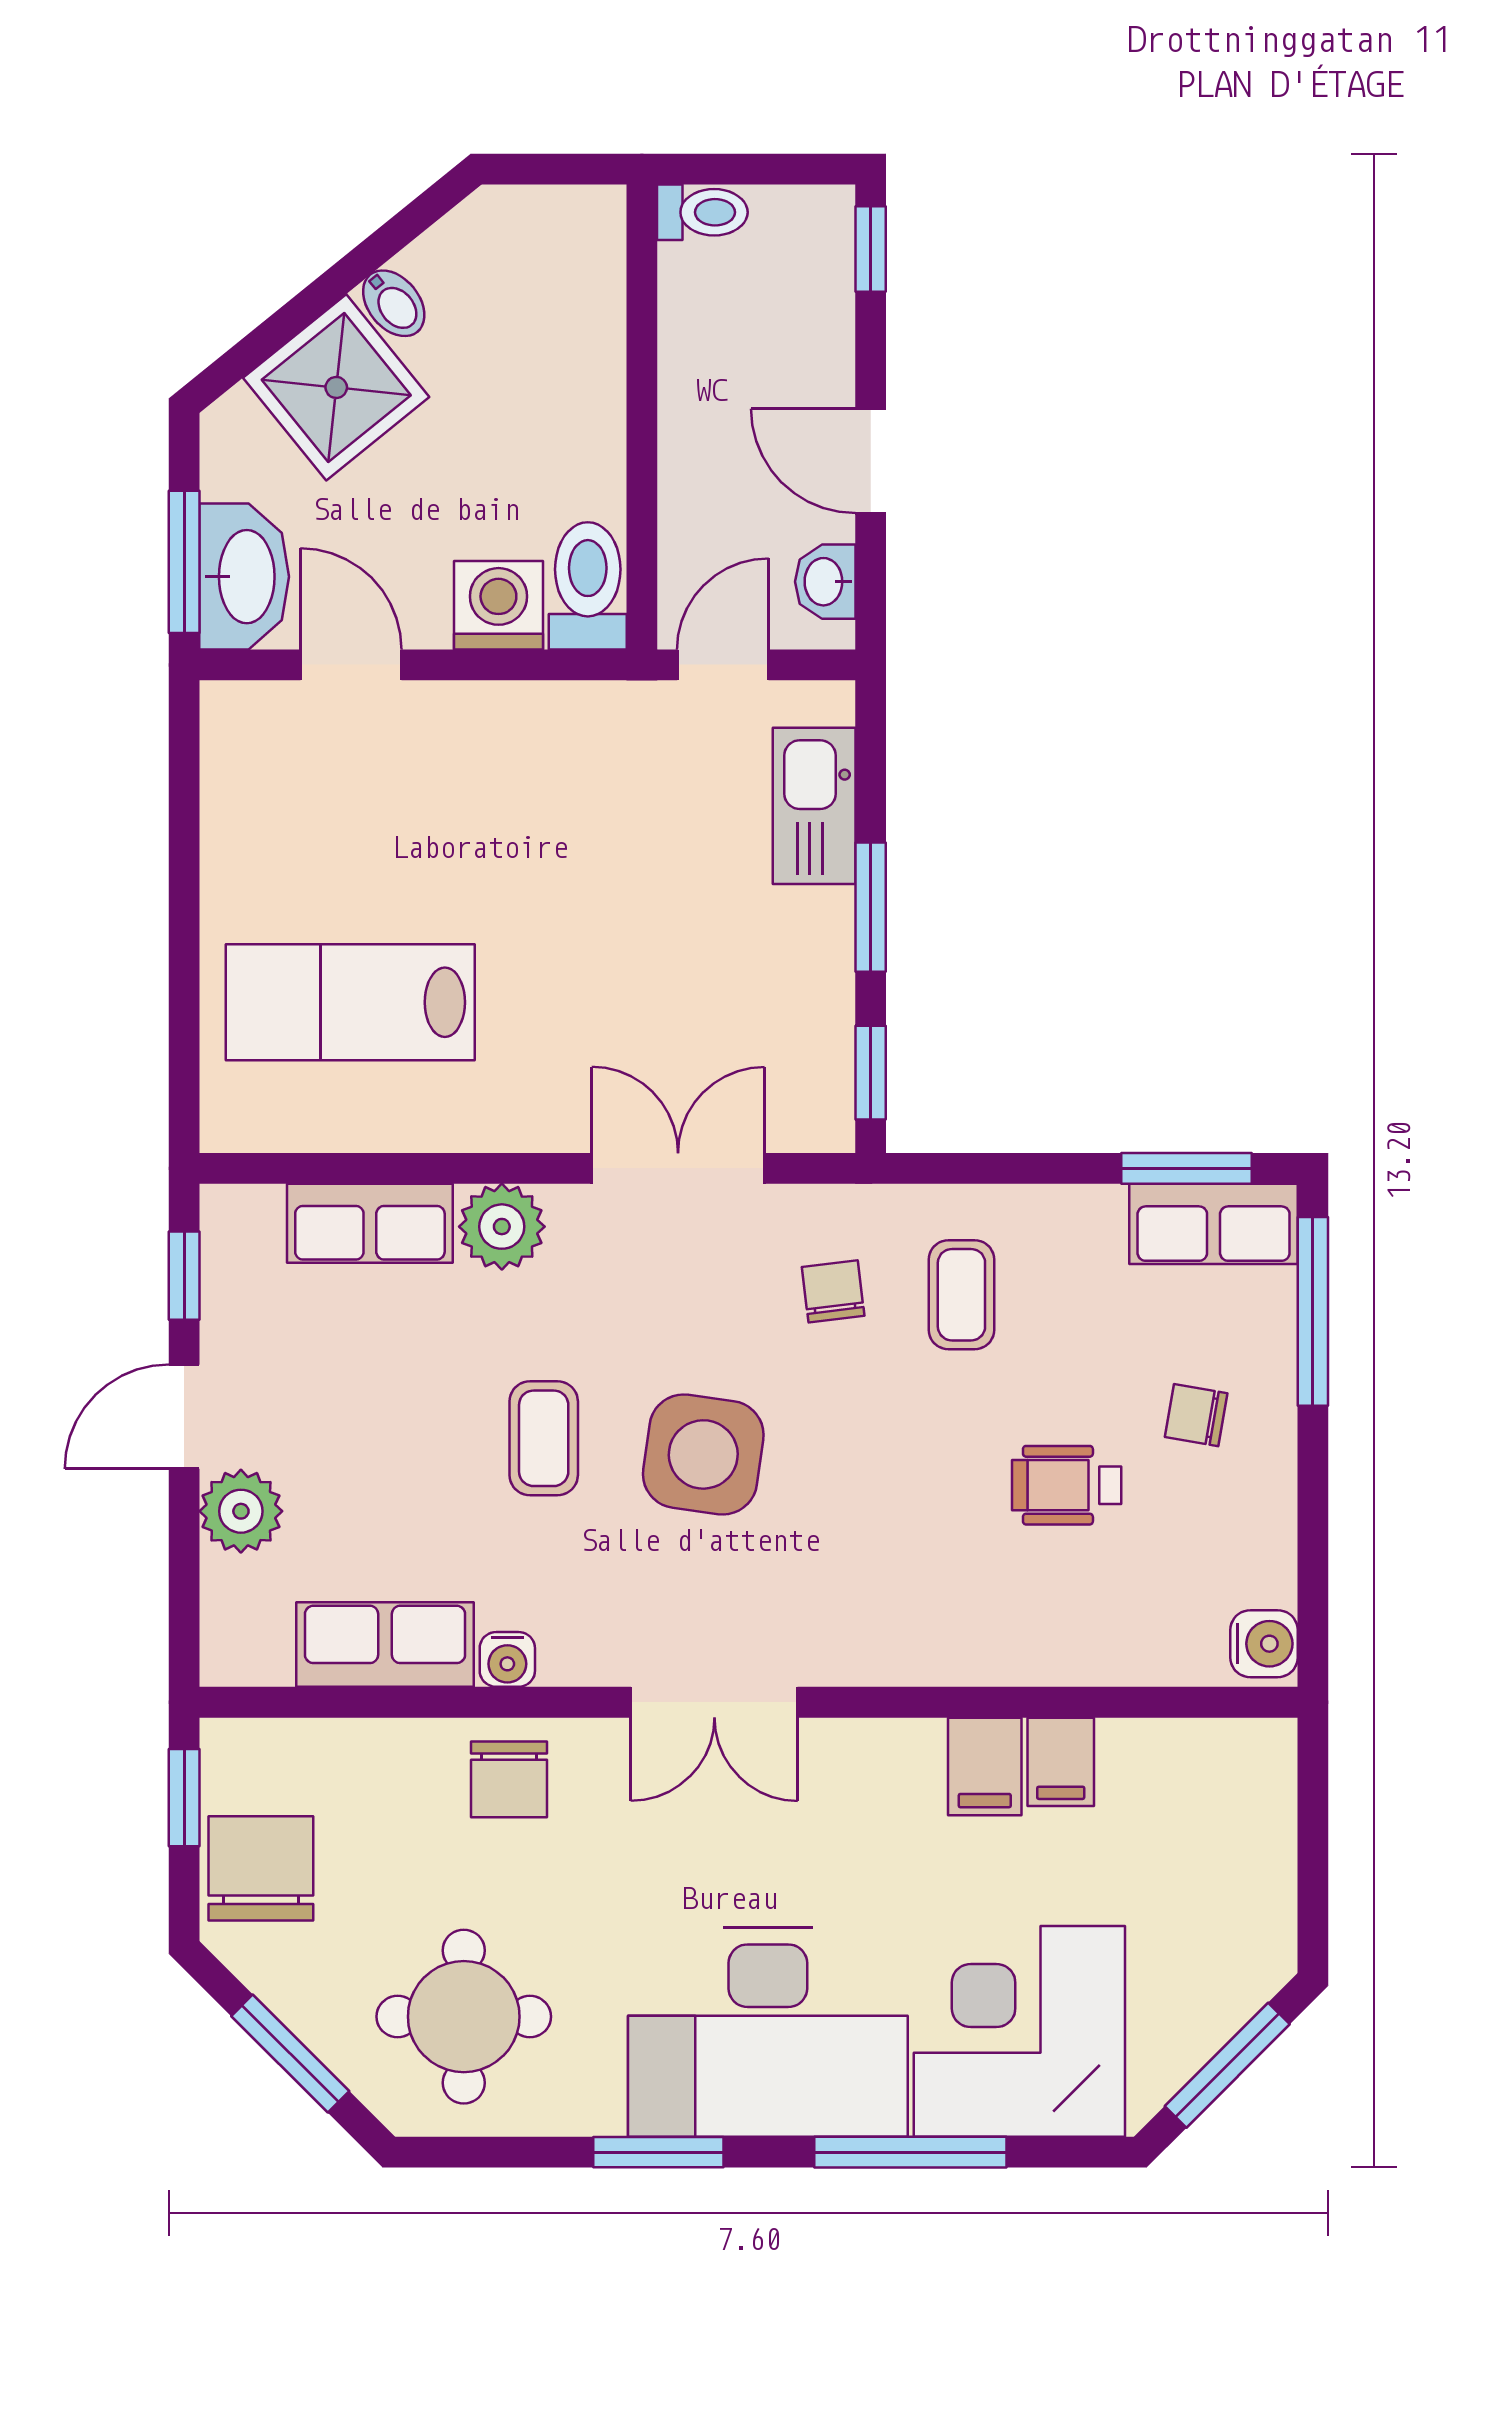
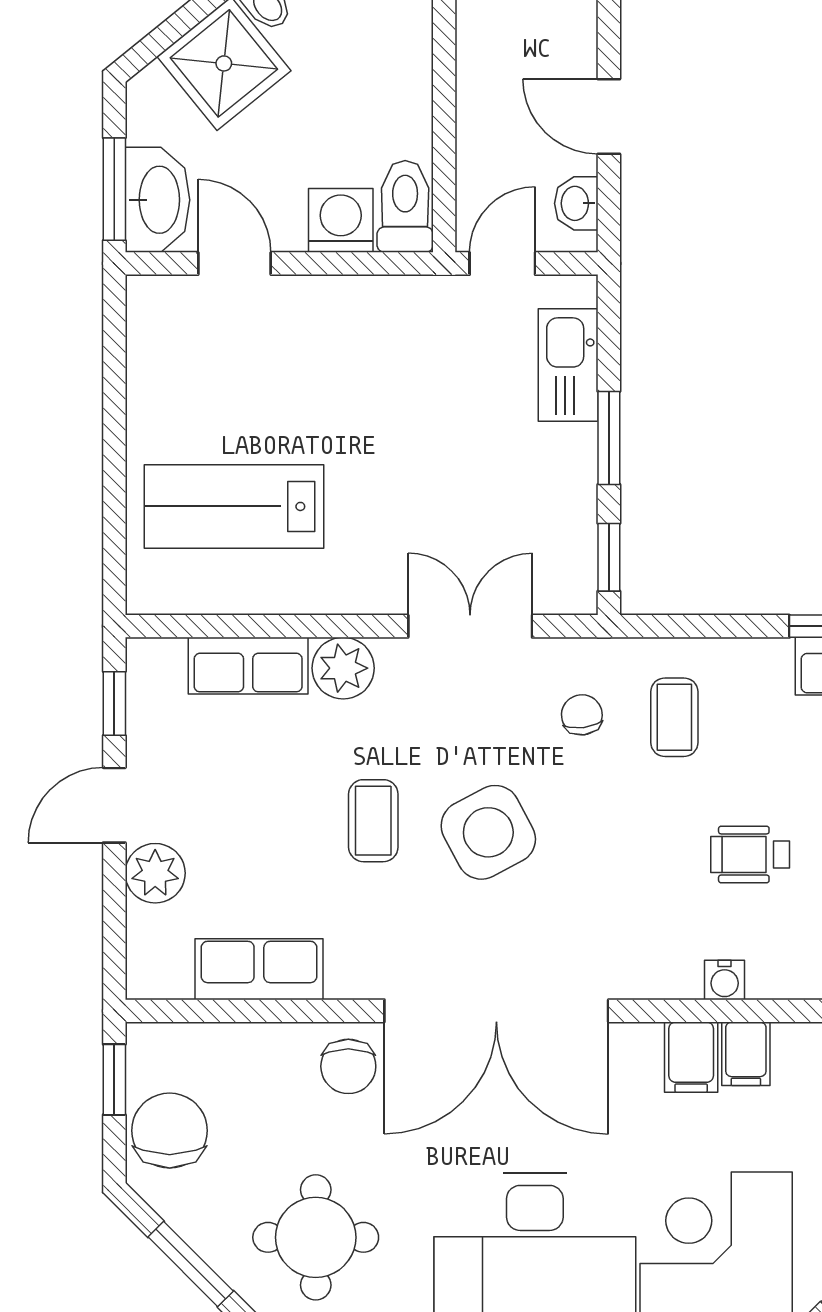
side table: (703, 1454) -> (488, 832), turned -36
water cooler: (507, 1659) -> (725, 980), moved
double door: (714, 1702) -> (496, 1011), width x1.87

